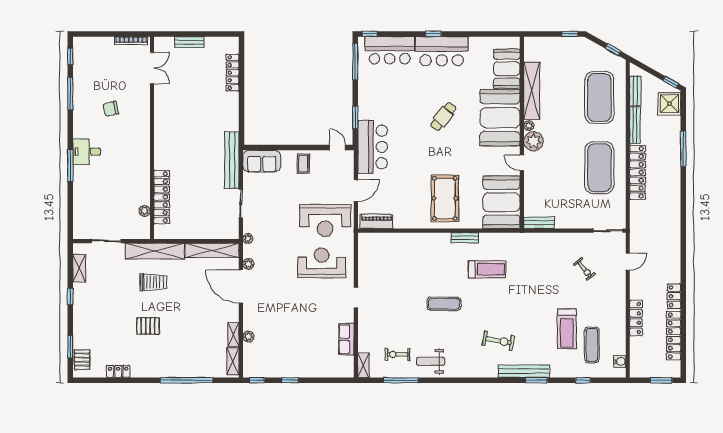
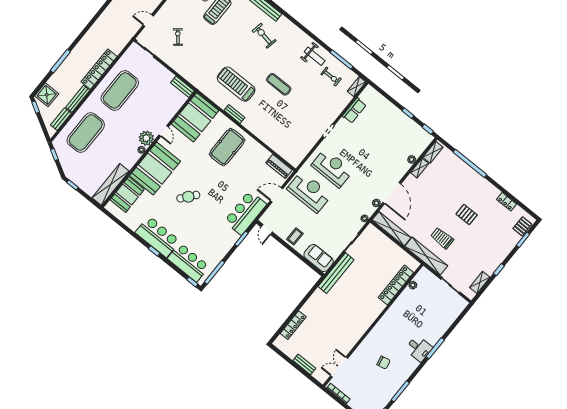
shelving: (532, 91) -> (111, 185), moved
reception desk: (322, 263) -> (332, 168), turned 180
treadmill: (487, 269) -> (236, 84), width x1.37, depth x1.38

